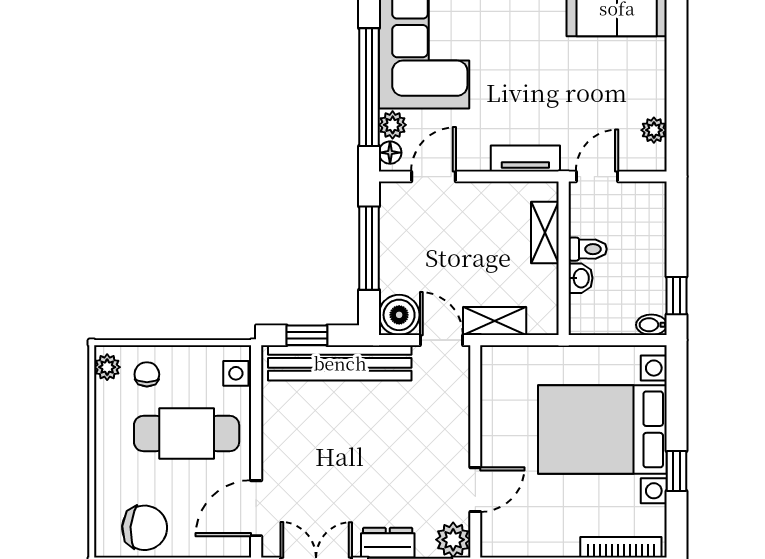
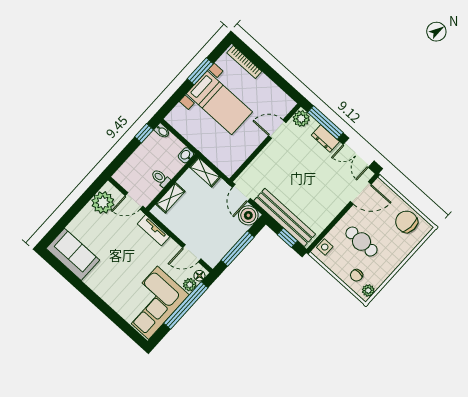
plant: (654, 130) -> (103, 203), width x1.88, depth x1.88
washbasin: (580, 278) -> (186, 155), moved
shelving: (495, 321) -> (205, 172), moved
bed with nightstands: (602, 429) -> (219, 103), width x0.73
cafe table: (187, 434) -> (361, 242), width x0.73, depth x0.74
window: (677, 471) -> (200, 71), width x1.50

